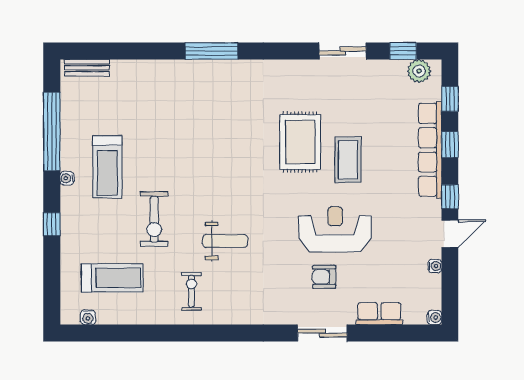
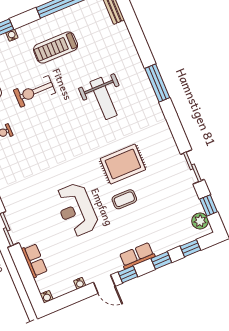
row of seats: (430, 150) -> (137, 256), width x0.50
coffee table: (348, 160) -> (124, 199), width x0.73, depth x0.77
water cooler: (67, 178) -> (12, 35), moved
reception desk: (335, 229) -> (76, 210), turned 180
weight bench: (225, 241) -> (104, 98), moved, width x1.36, depth x1.33
armchair: (324, 277) -> (43, 215), removed

